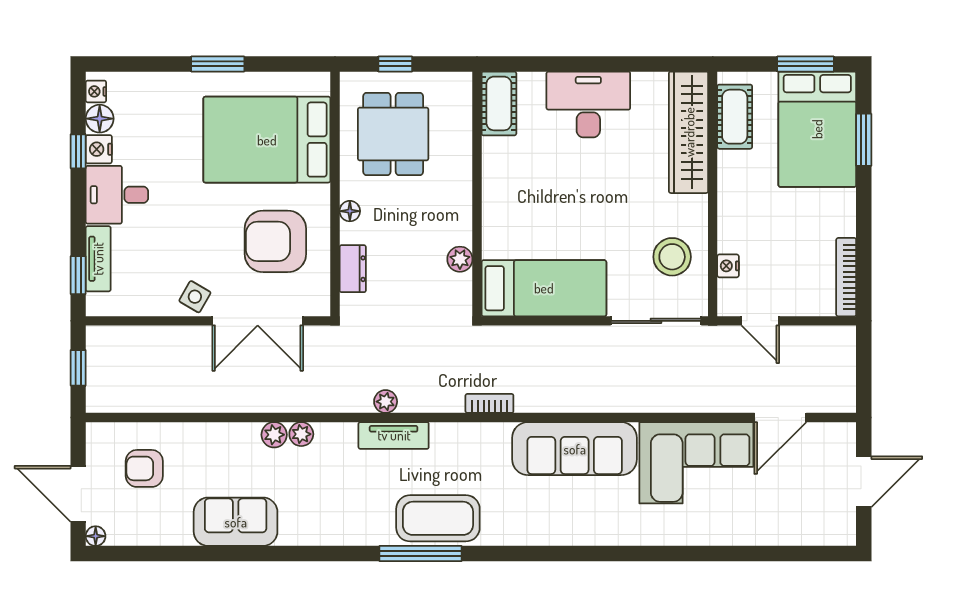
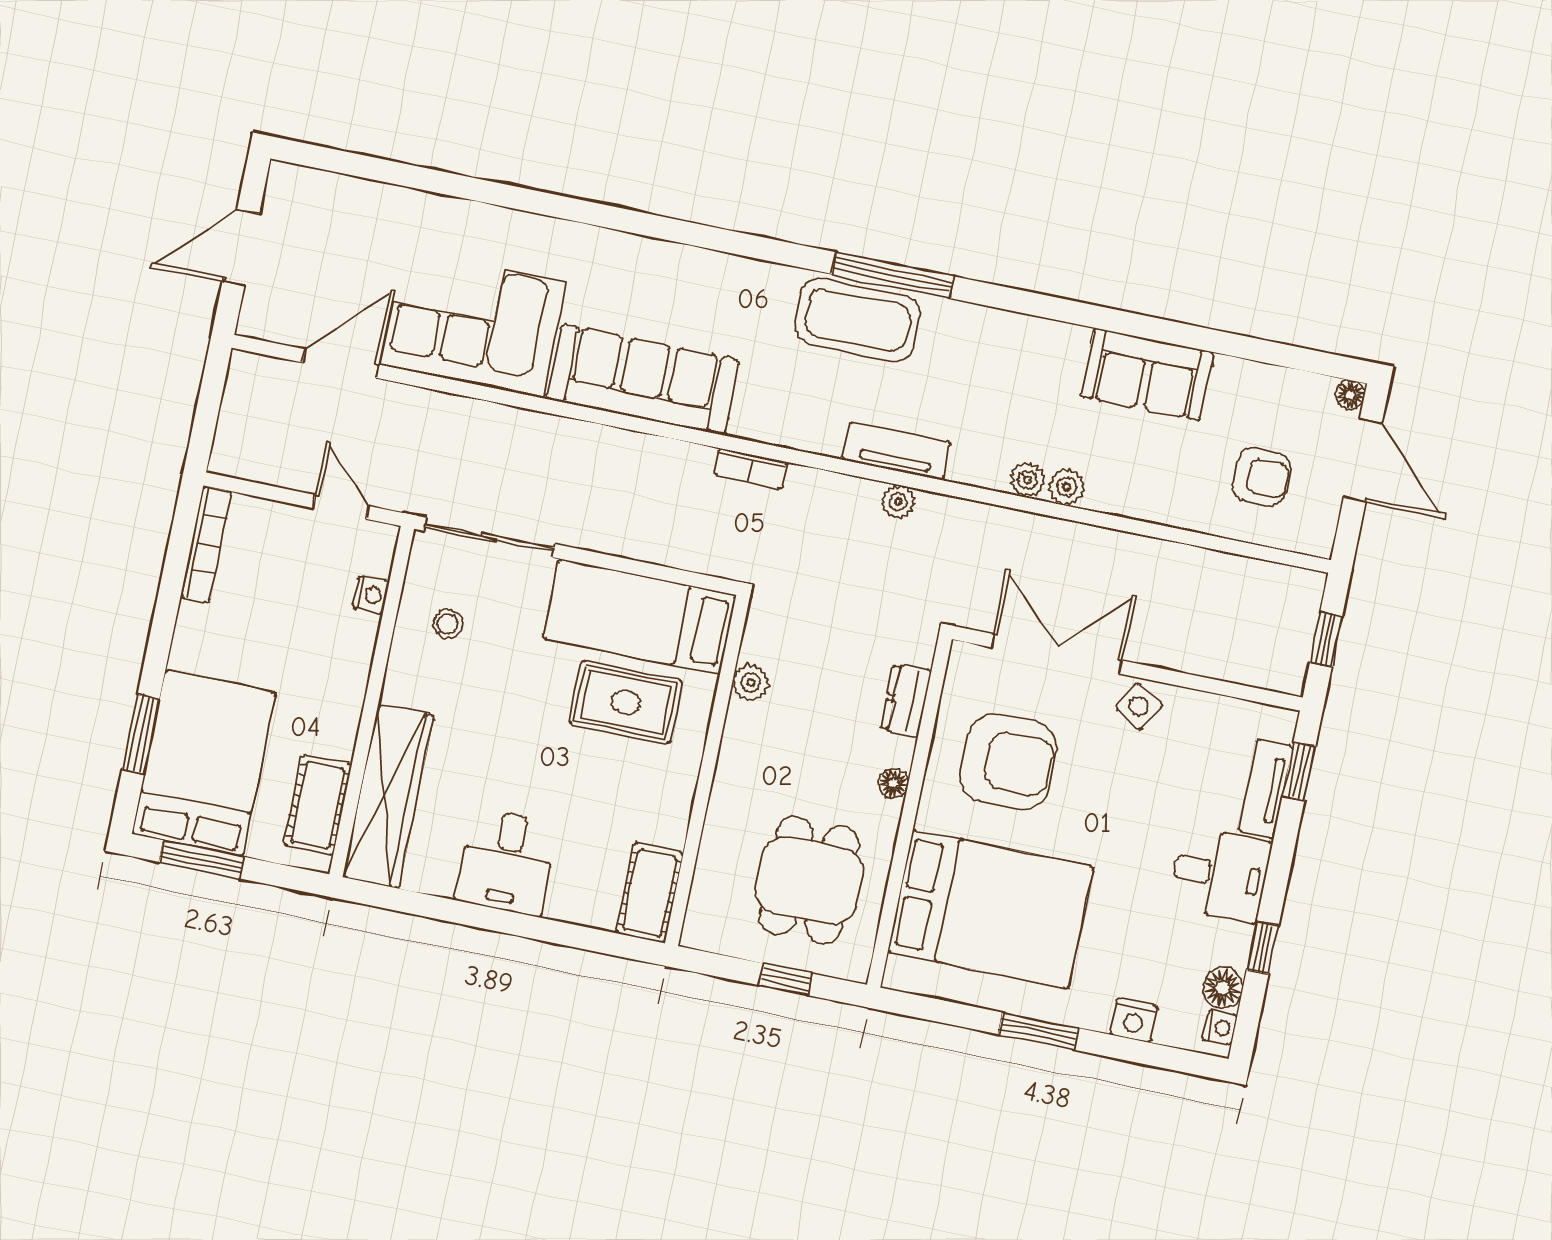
desk: (588, 104) -> (506, 862), width x0.73
nightstand: (99, 149) -> (1134, 1020), moved, turned 90
rug: (541, 229) -> (626, 702), added
stool: (672, 257) -> (448, 624), width x0.53, depth x0.53

